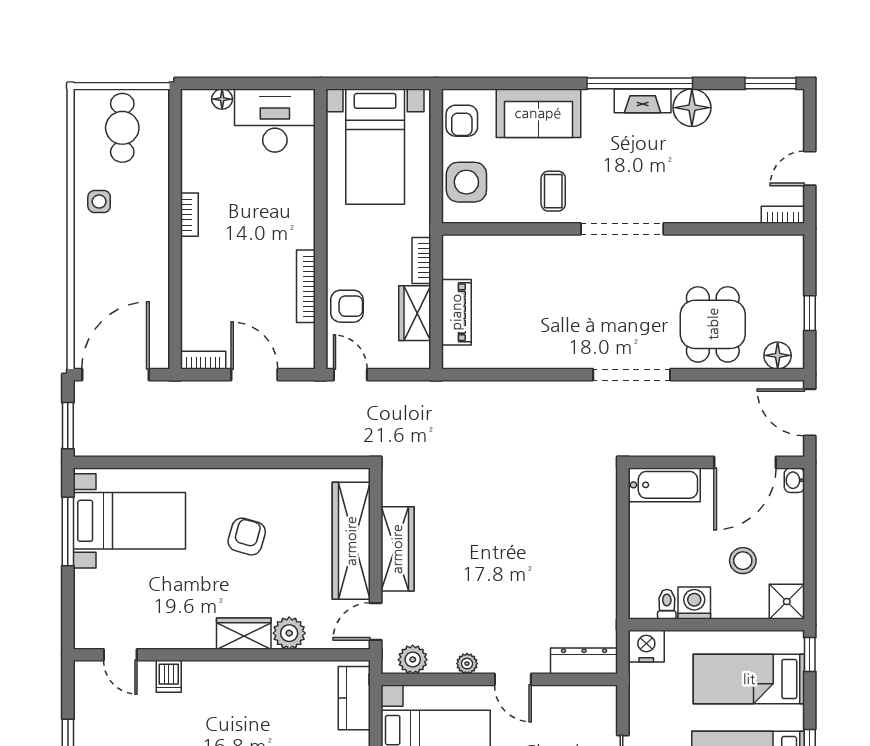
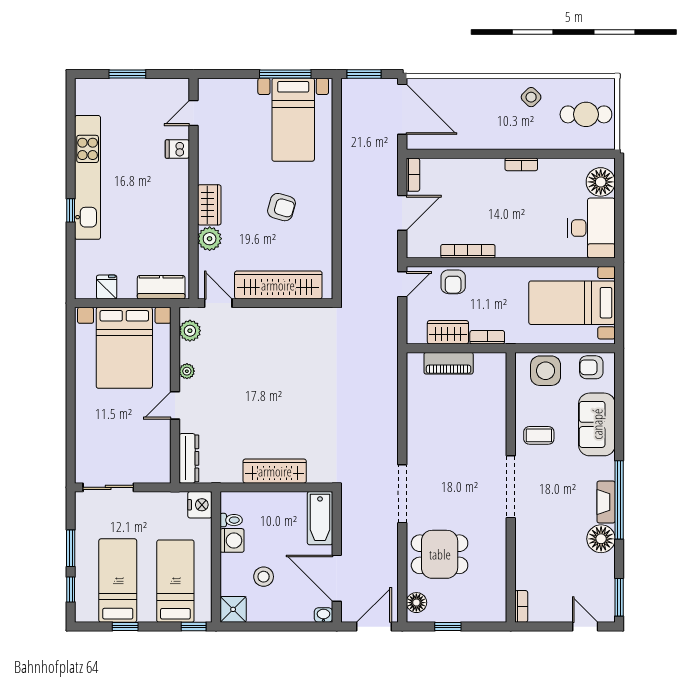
floor lamp: (222, 99) -> (601, 182), width x1.89, depth x1.89
door: (810, 168) -> (585, 627), moved
side table: (99, 202) -> (531, 97), turned 45
wardrobe: (397, 549) -> (275, 471), moved, turned 180

